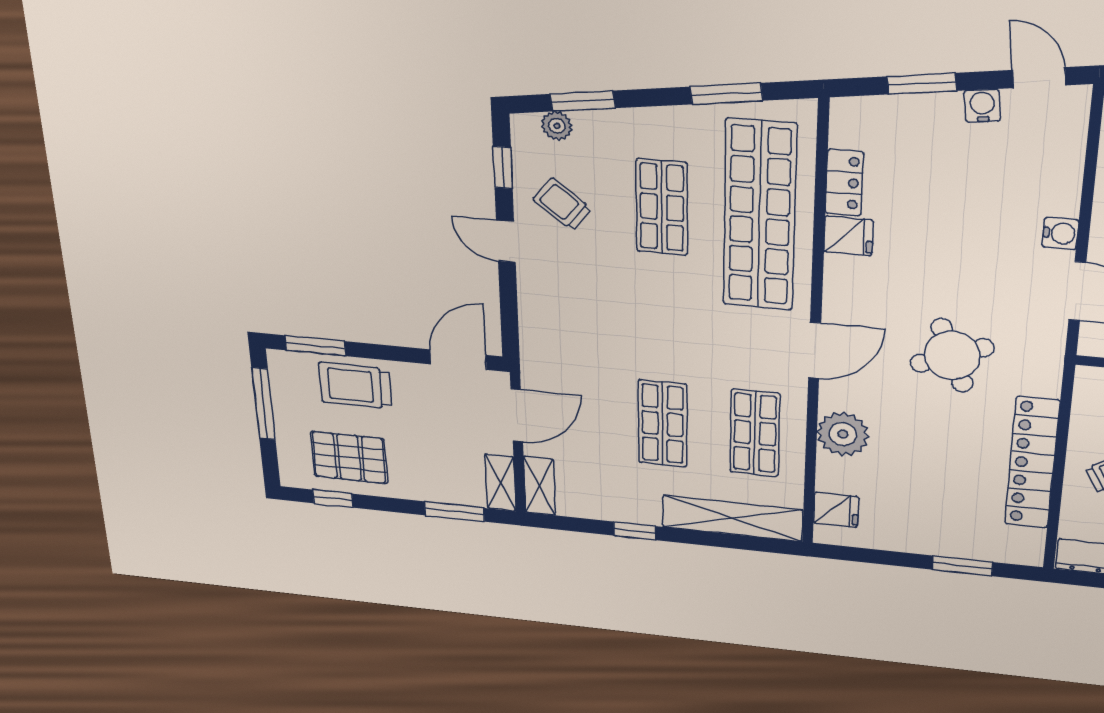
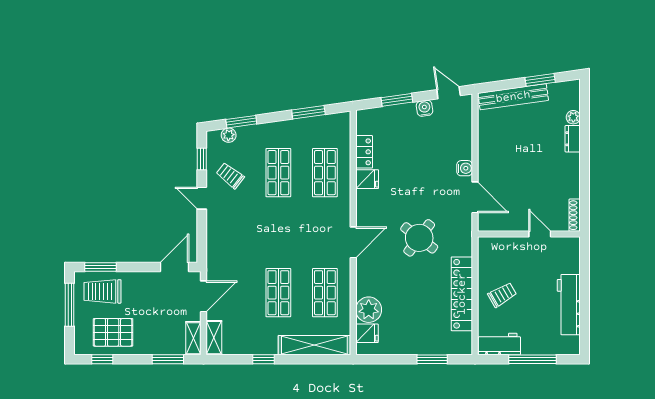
shop shelf: (760, 216) -> (325, 173), width x0.50, depth x0.74
round table: (952, 355) -> (419, 238), turned -31
trolley: (355, 386) -> (102, 291), moved
plant: (843, 434) -> (369, 310), moved

